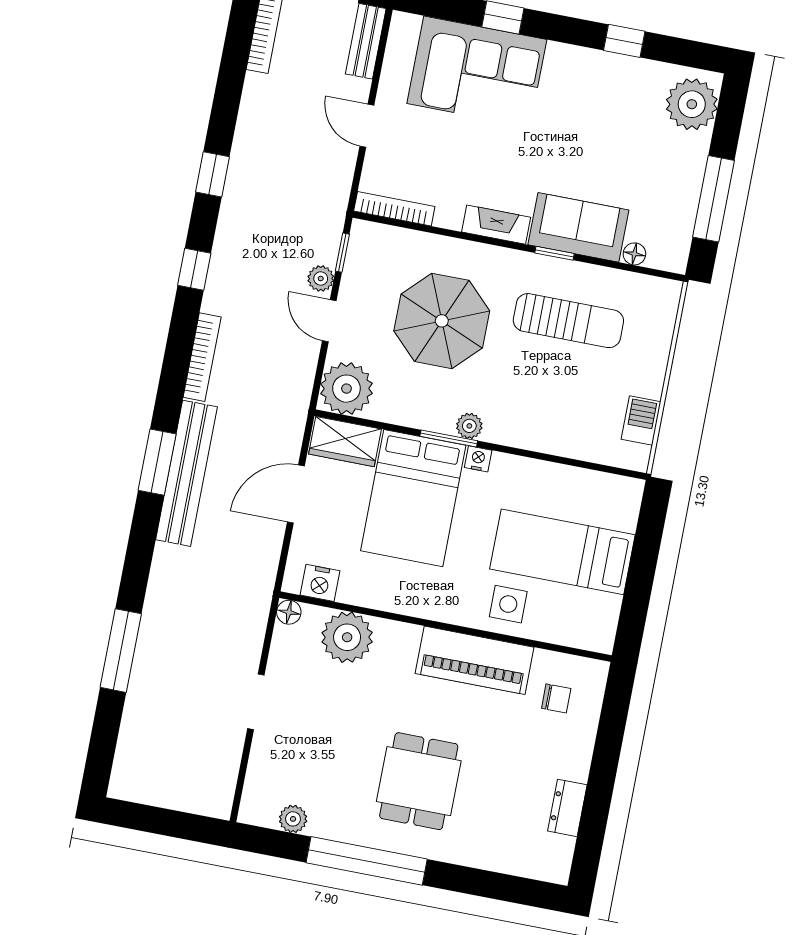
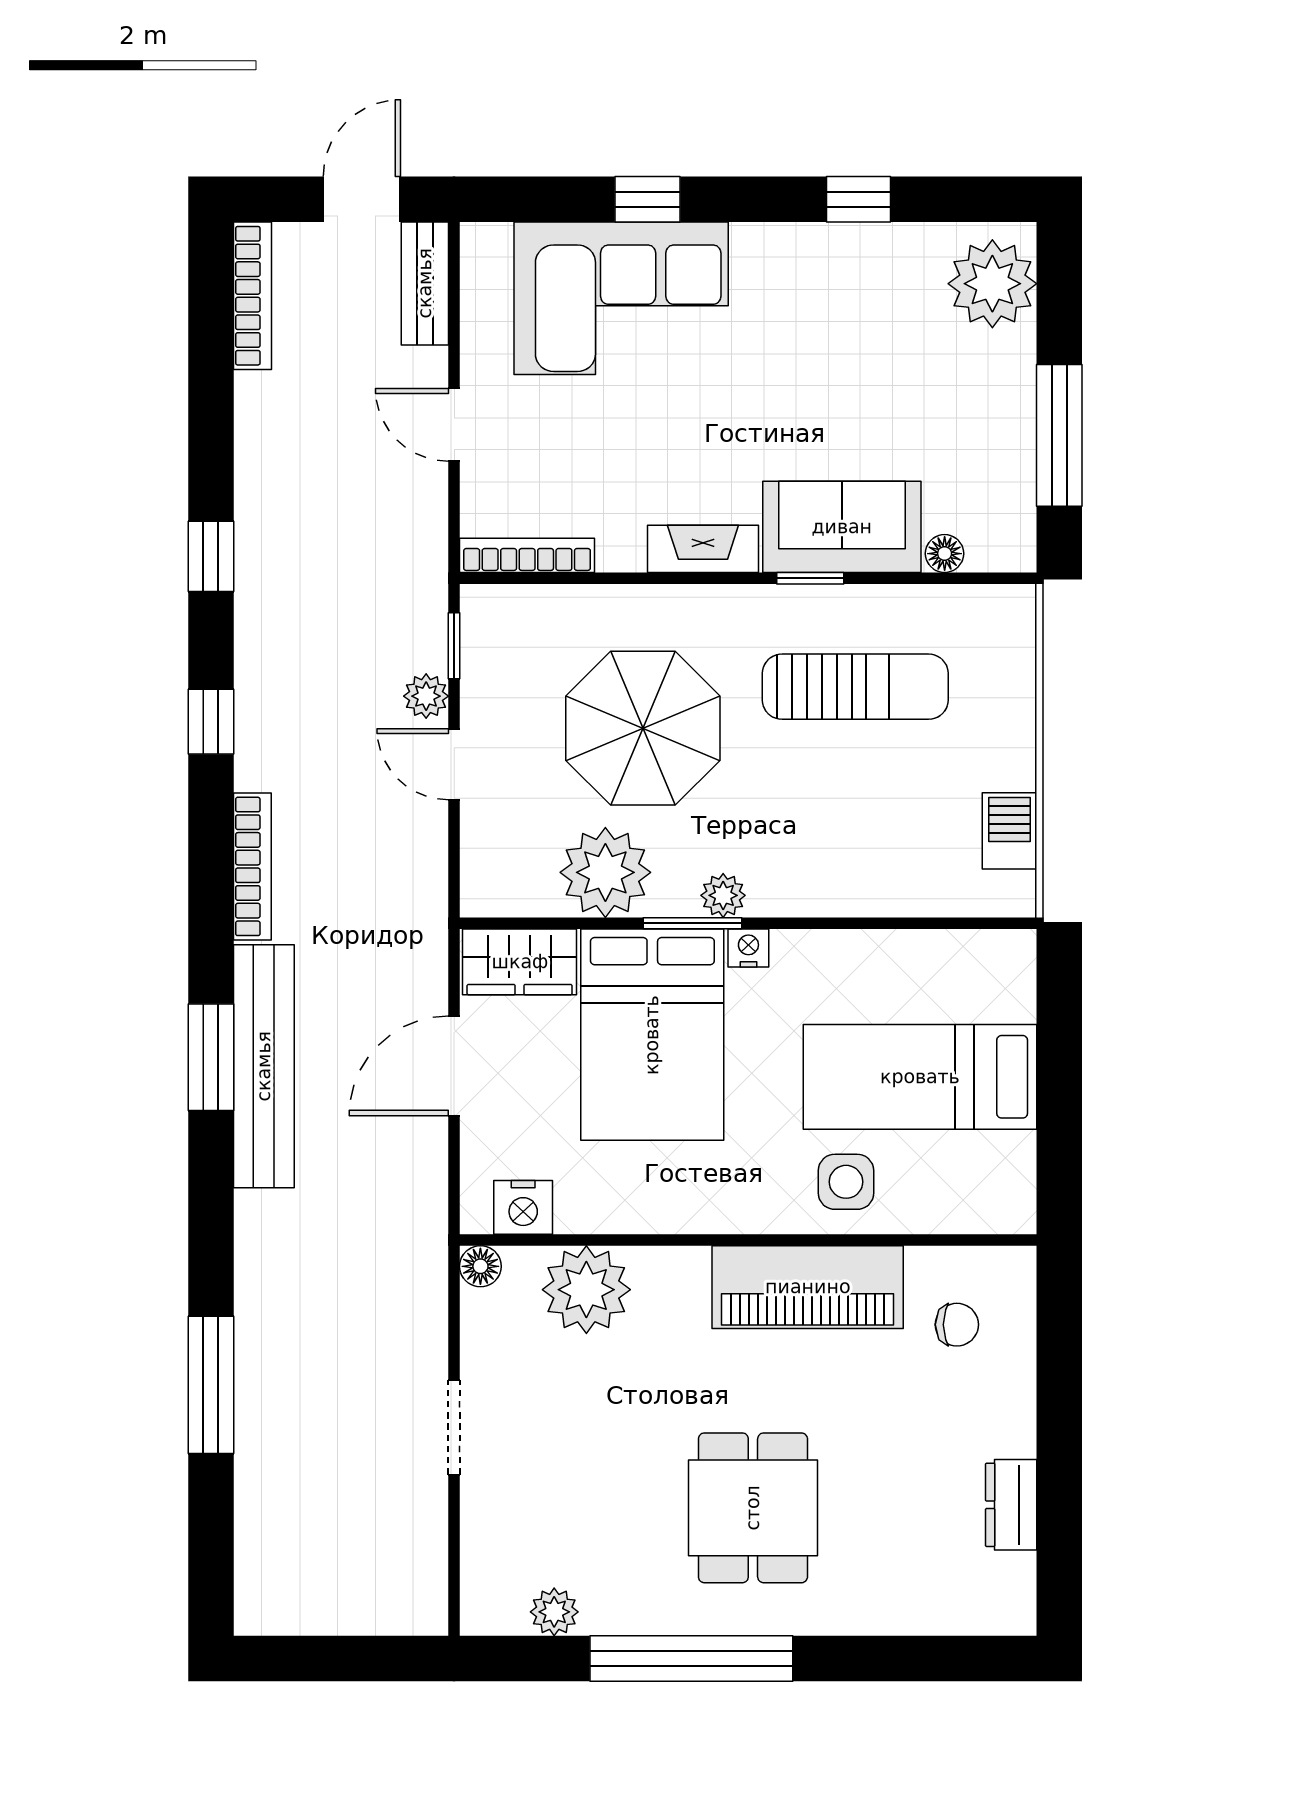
plant: (346, 389) -> (605, 872), moved

